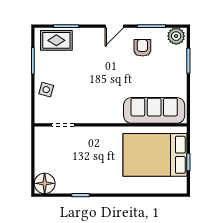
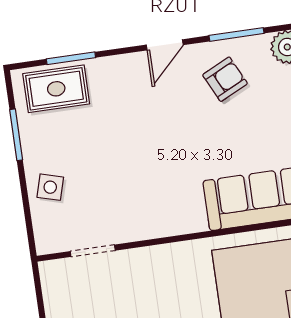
armchair: (142, 48) -> (225, 79), turned 64

